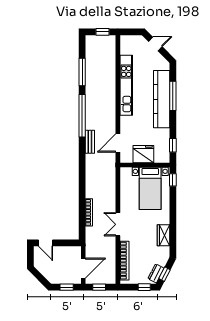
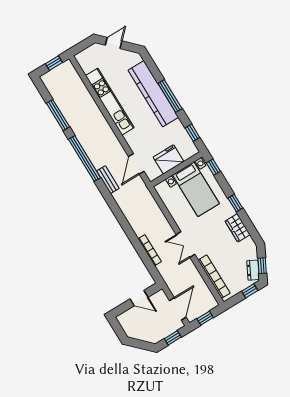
window: (173, 96) -> (170, 96), moved
window: (173, 216) -> (235, 203), added
door: (46, 243) -> (139, 298), moved

